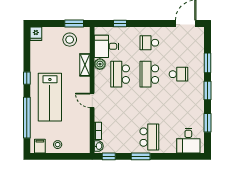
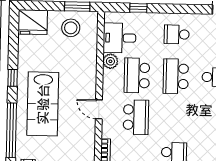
fridge: (36, 34) -> (33, 22), width x1.88, depth x1.34
shelving: (85, 65) -> (90, 62), removed
school desk: (120, 106) -> (136, 117), added

